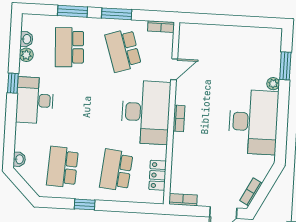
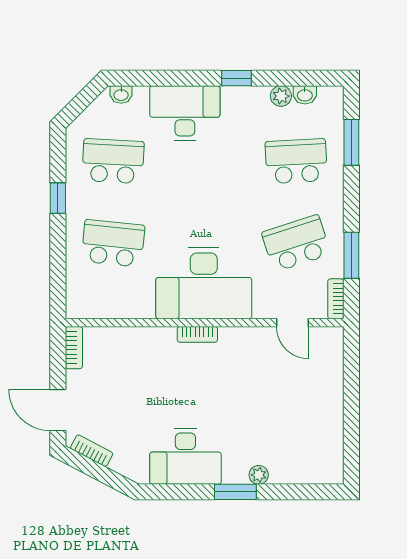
window: (72, 11) -> (351, 142), moved
window: (117, 14) -> (351, 255), moved
window: (285, 66) -> (235, 492), moved
door: (174, 69) -> (292, 323), moved
desk: (35, 100) -> (185, 113), moved
desk: (253, 122) -> (185, 456), width x0.73, depth x0.77
locker: (158, 175) -> (109, 307), removed

